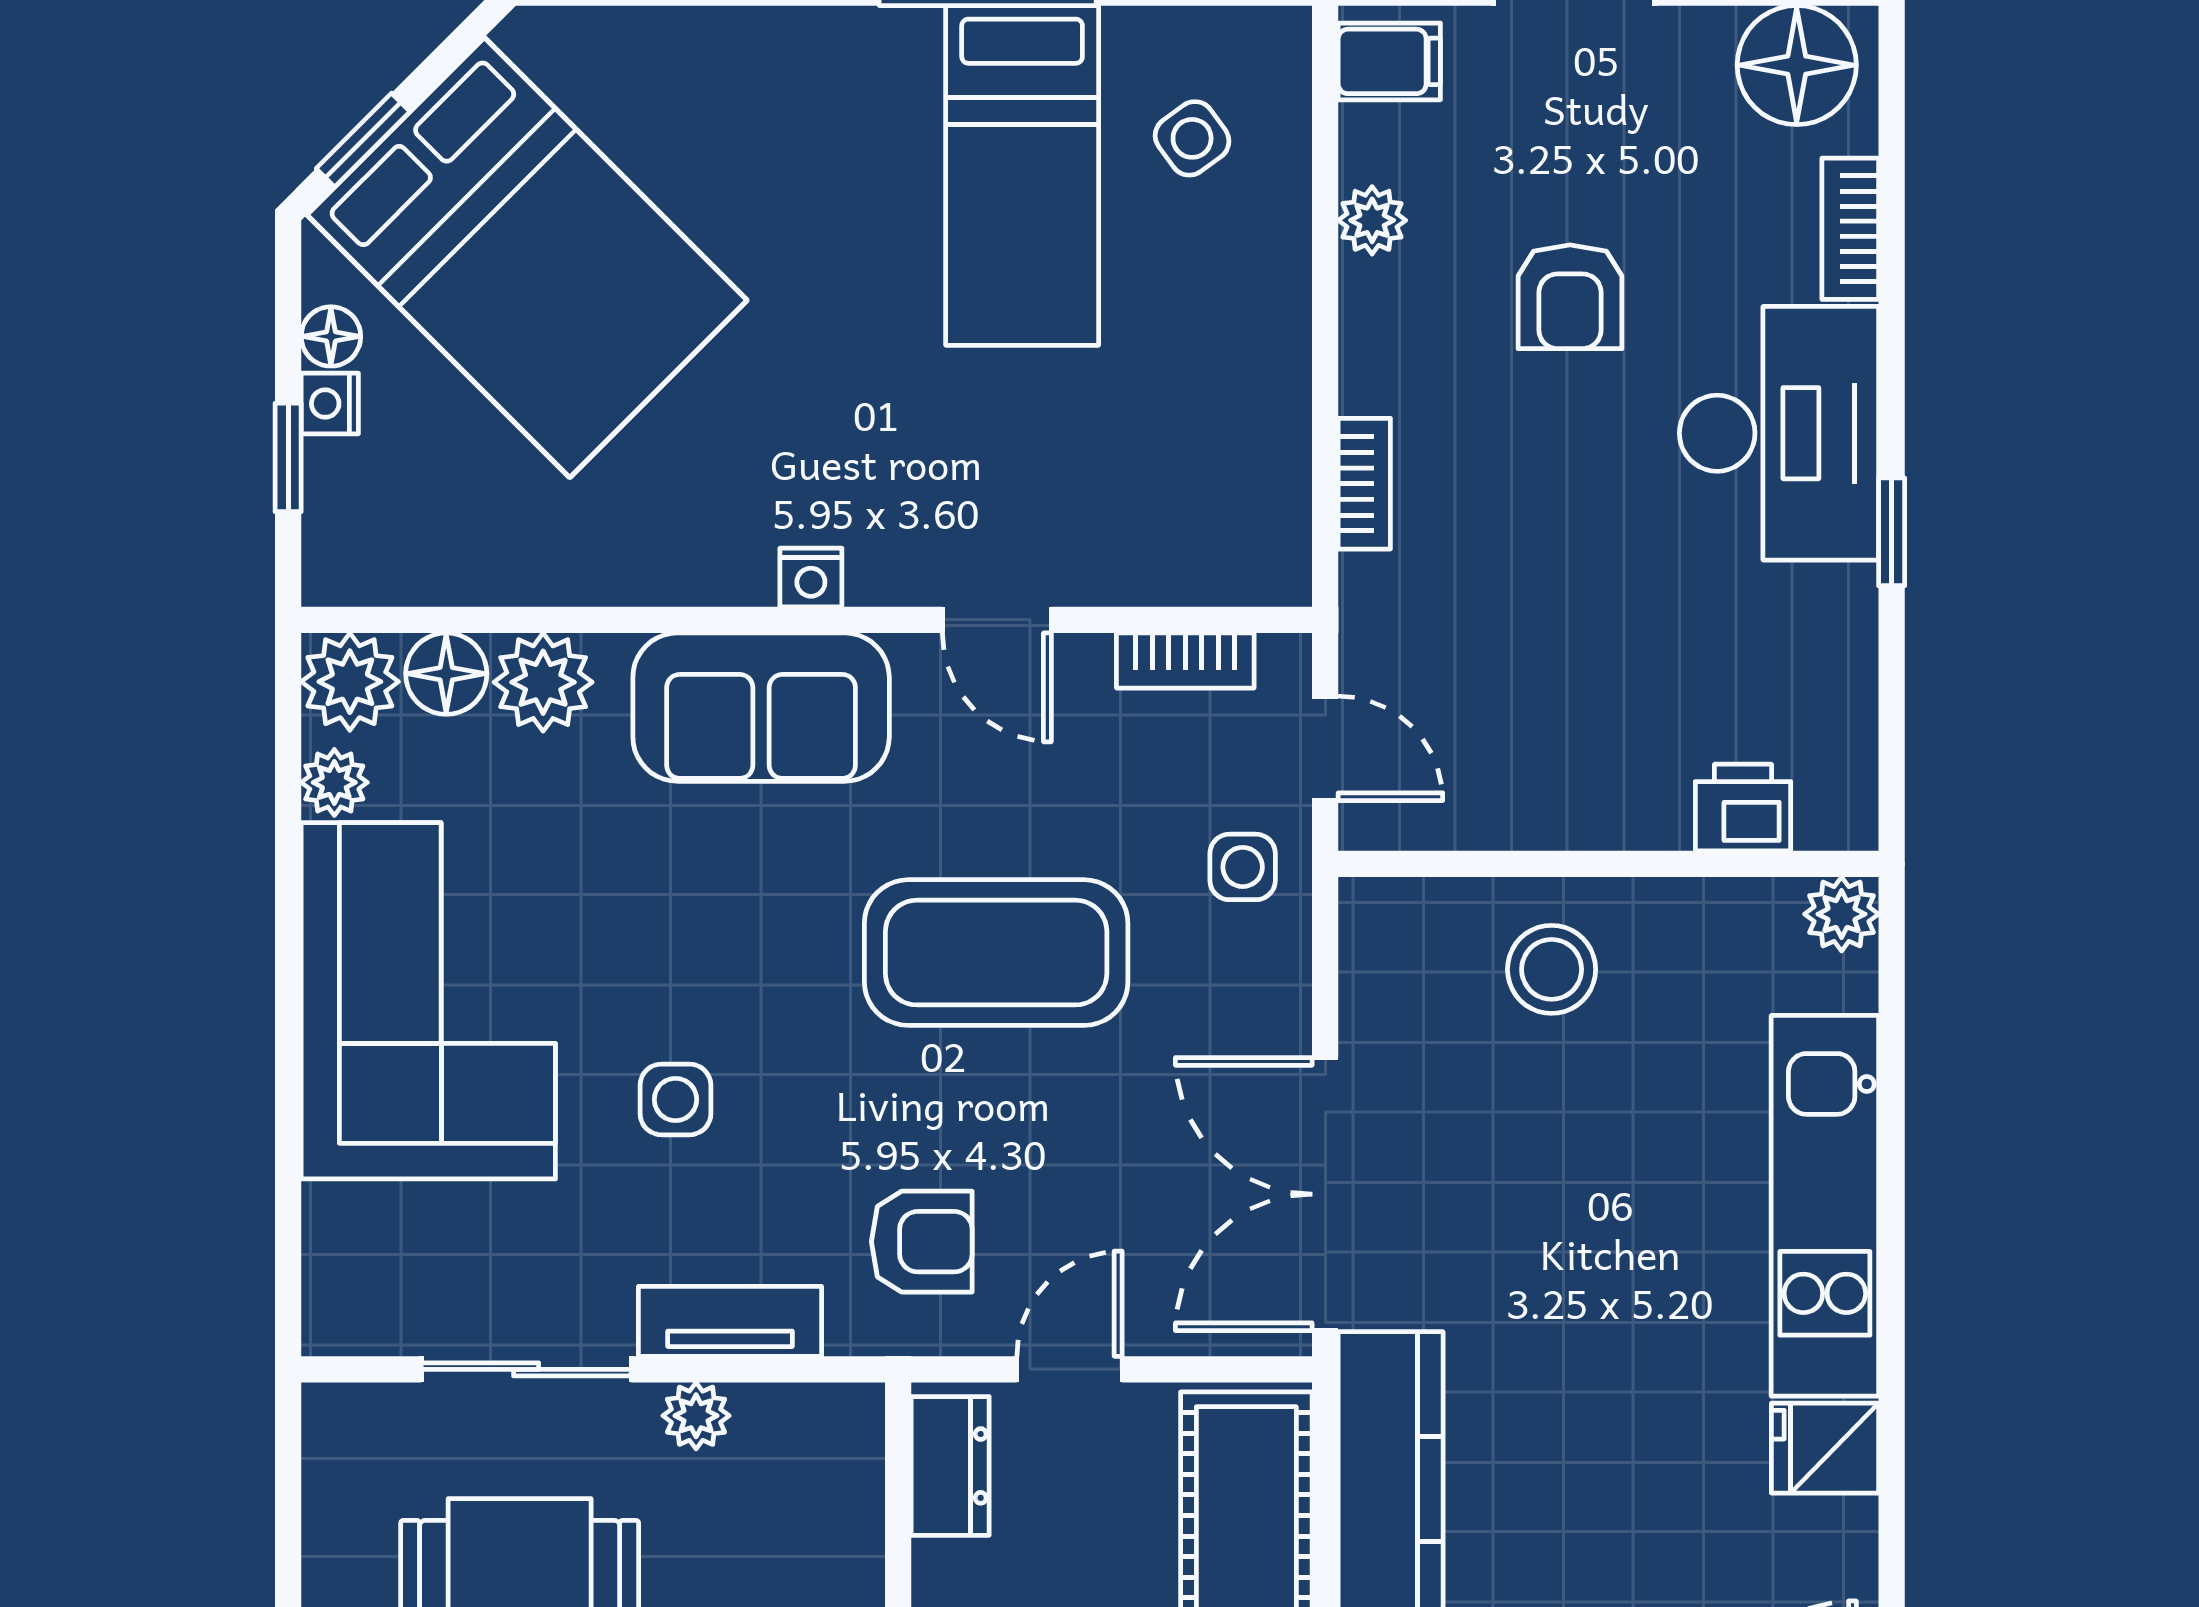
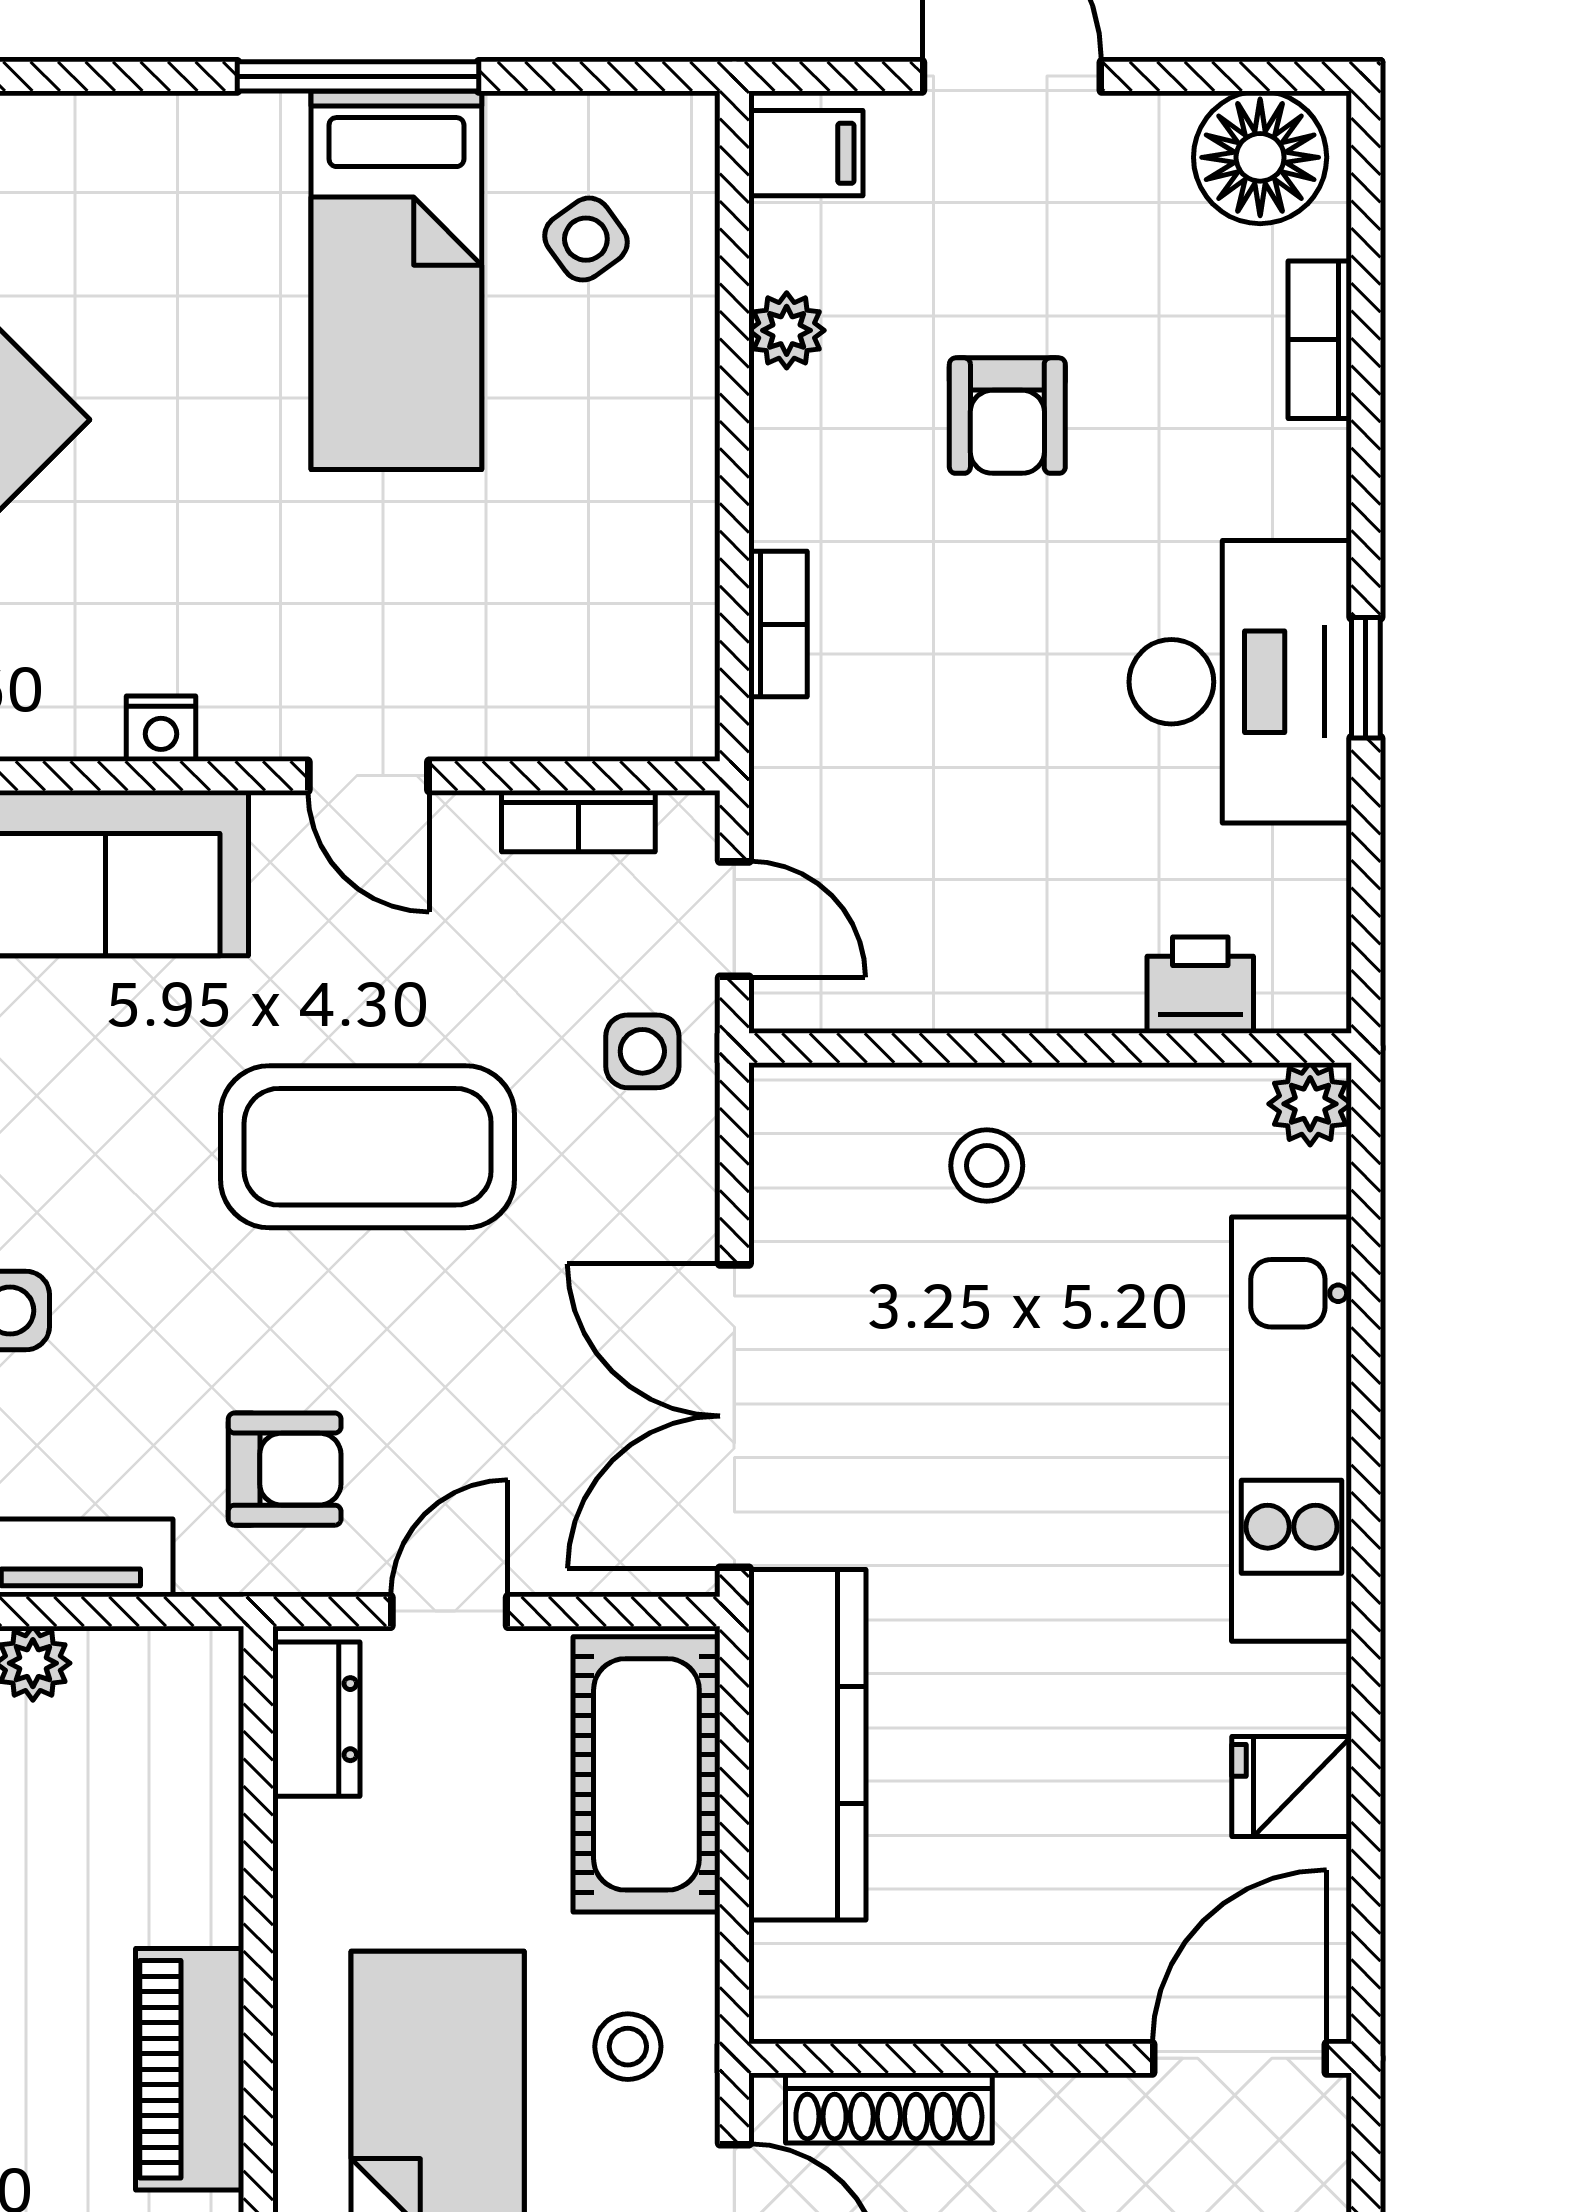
desk: (1779, 433) -> (1240, 682), moved
stool: (1552, 969) -> (987, 1166), width x0.73, depth x0.73
fridge: (1825, 1448) -> (1292, 1787), moved

